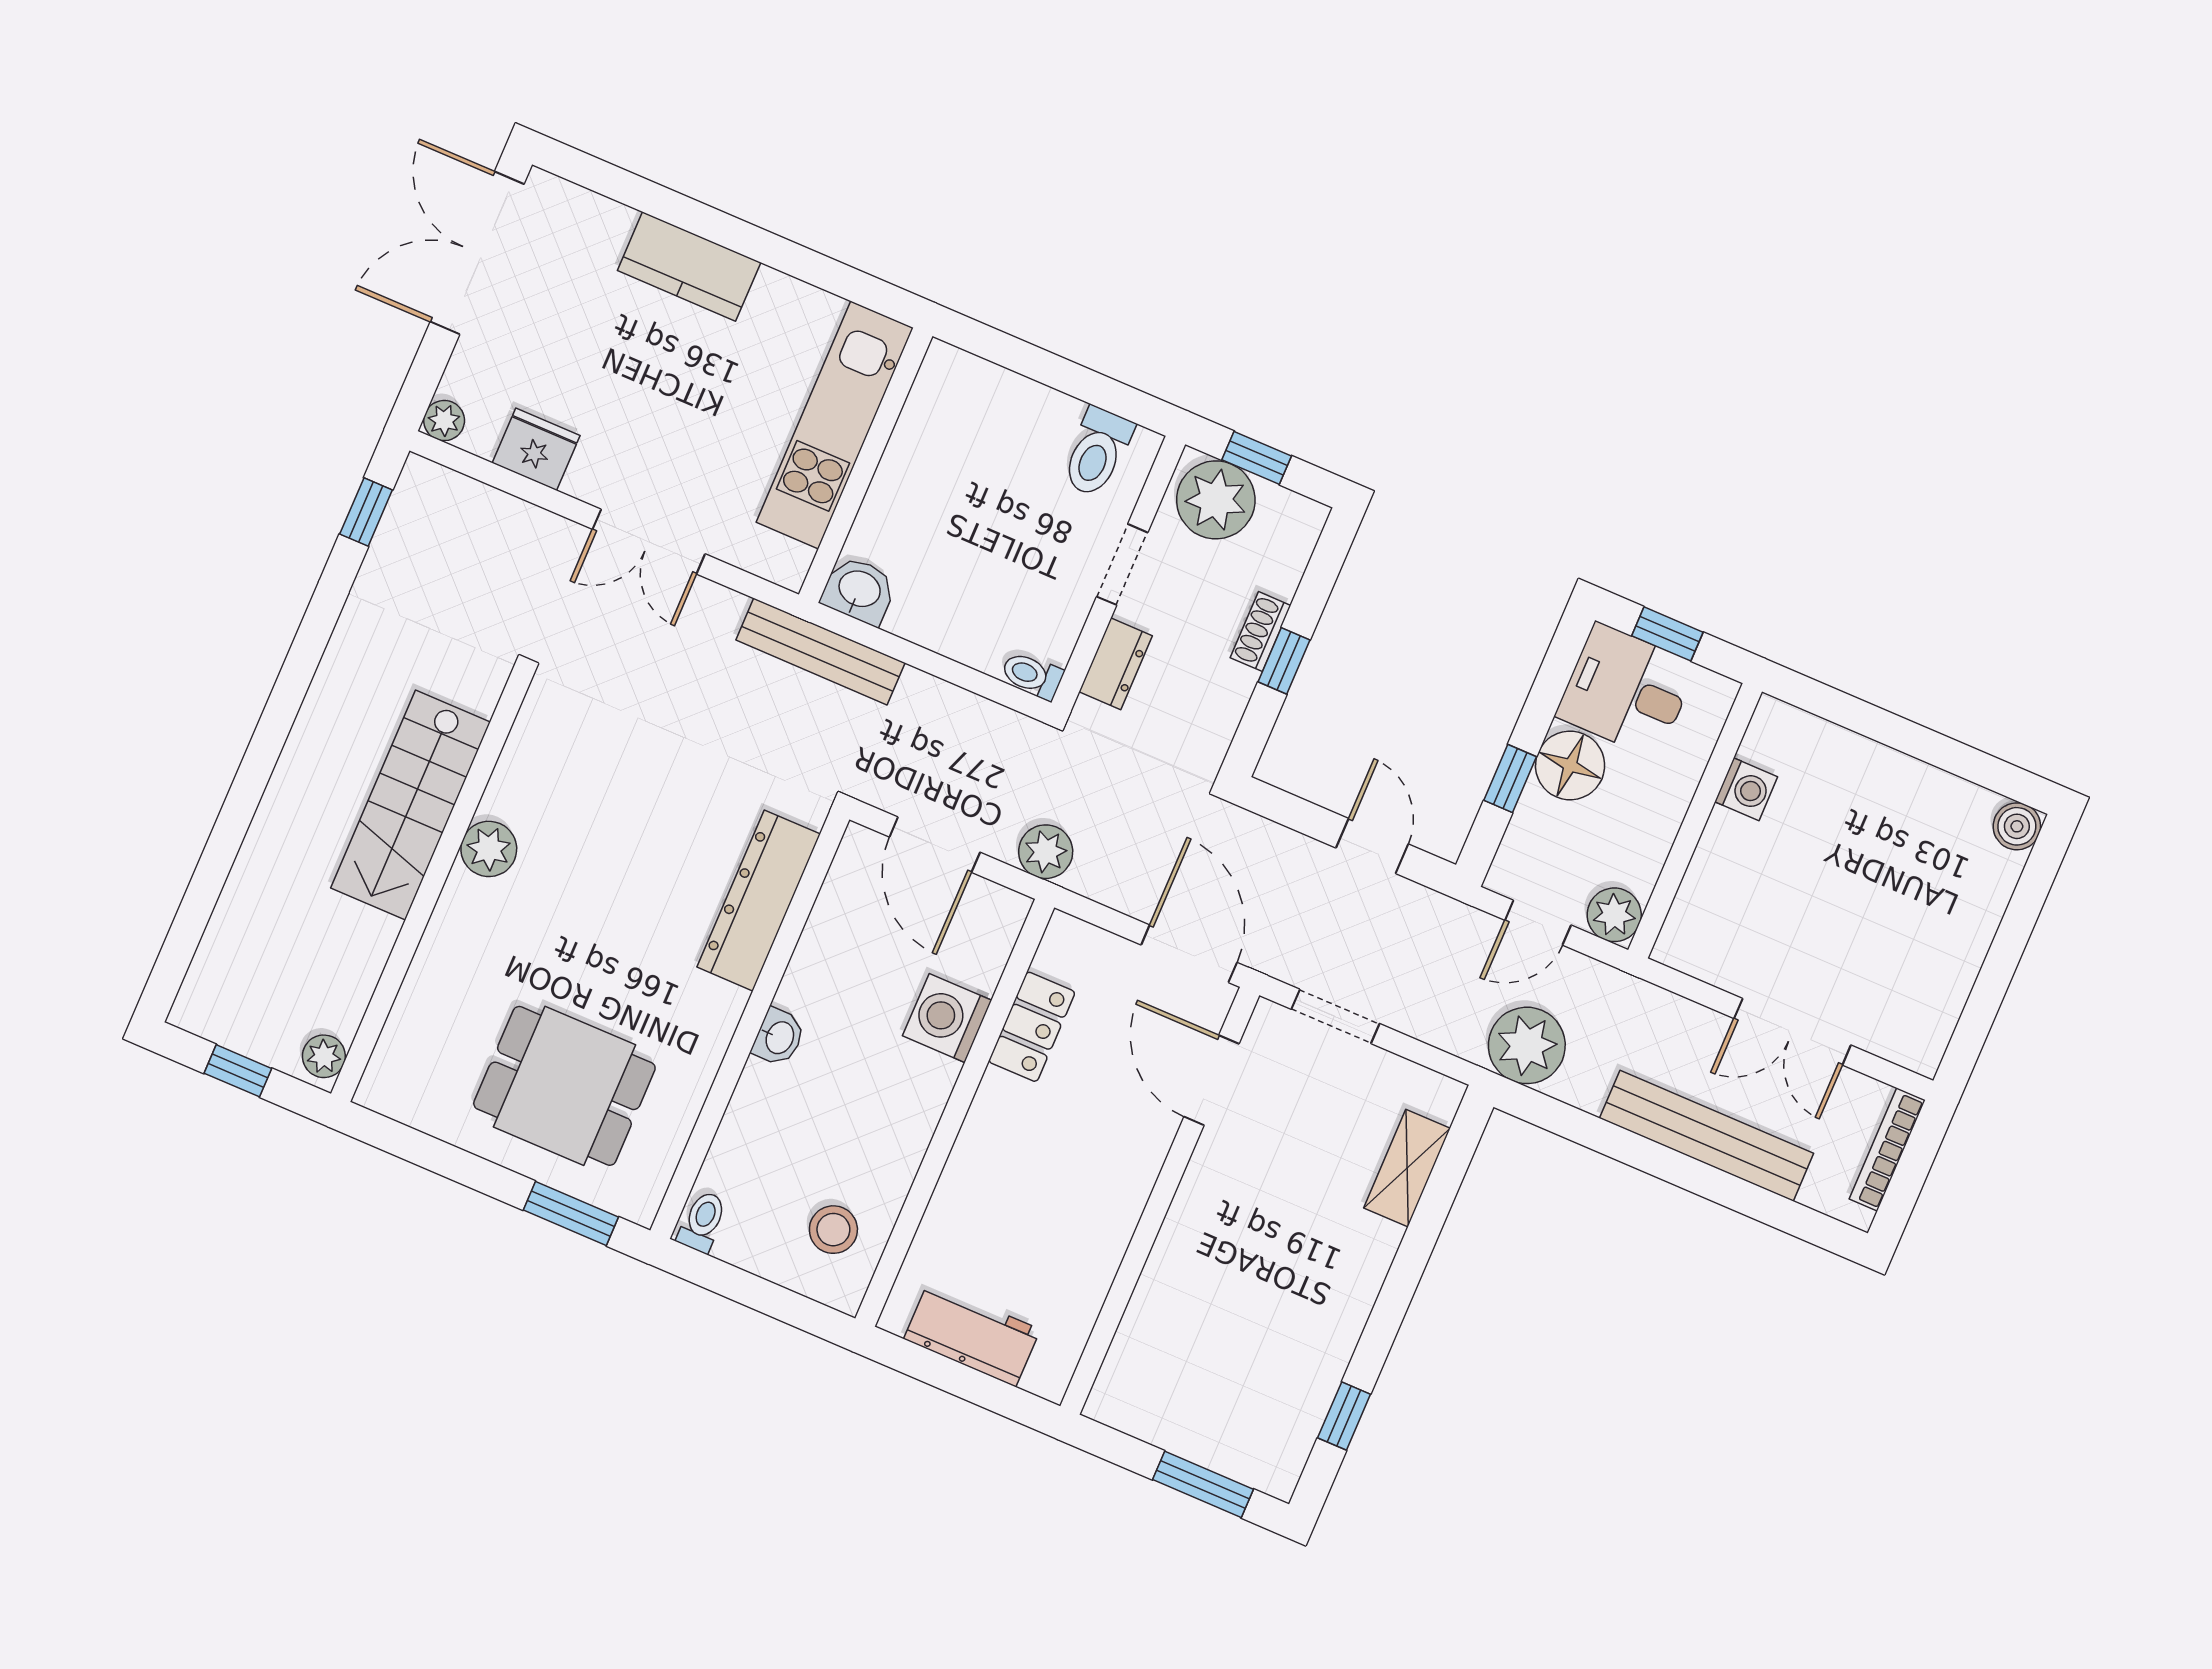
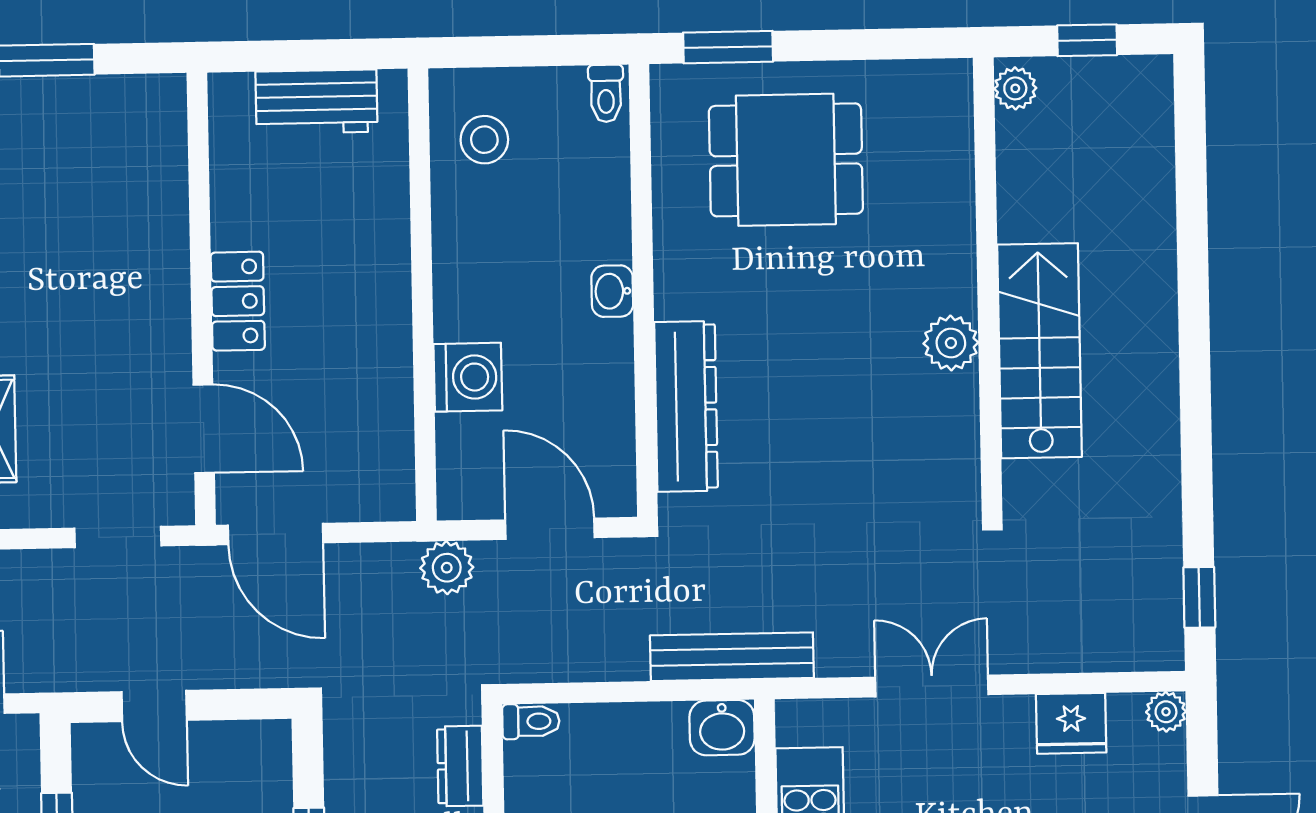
locker: (1032, 1027) -> (238, 301), moved, turned 180

